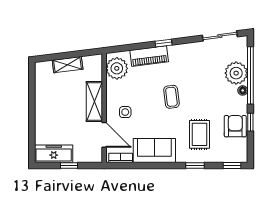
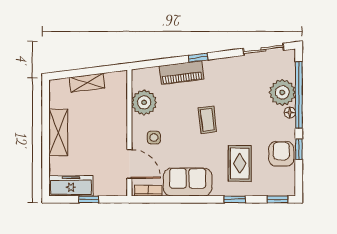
plant: (117, 68) -> (144, 102), moved
shelving: (94, 101) -> (58, 132), moved

